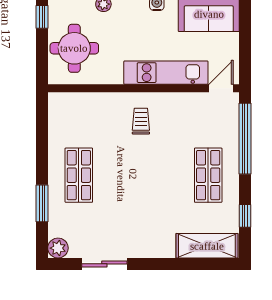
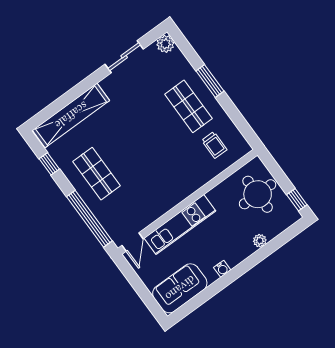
trolley: (141, 121) -> (214, 145), moved
window: (42, 203) -> (210, 81), moved
shelving: (207, 246) -> (71, 115), width x1.47

